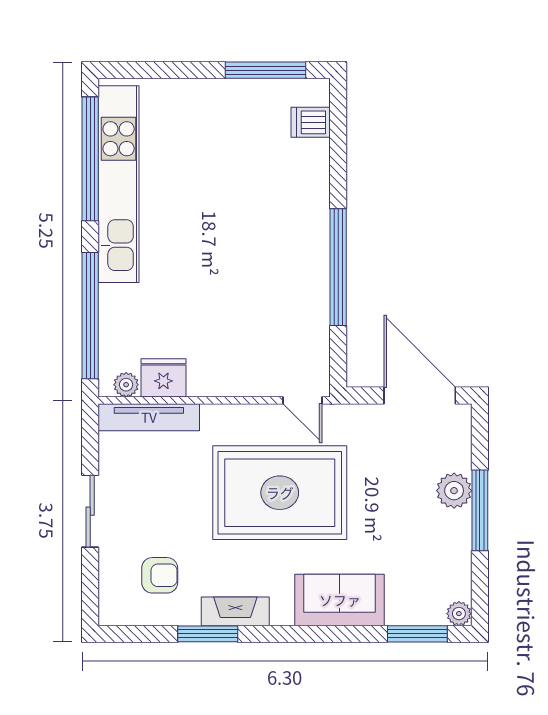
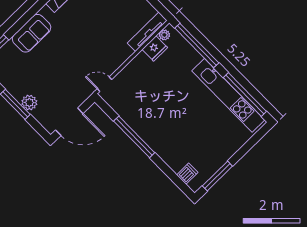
rug: (280, 493) -> (83, 48), removed

